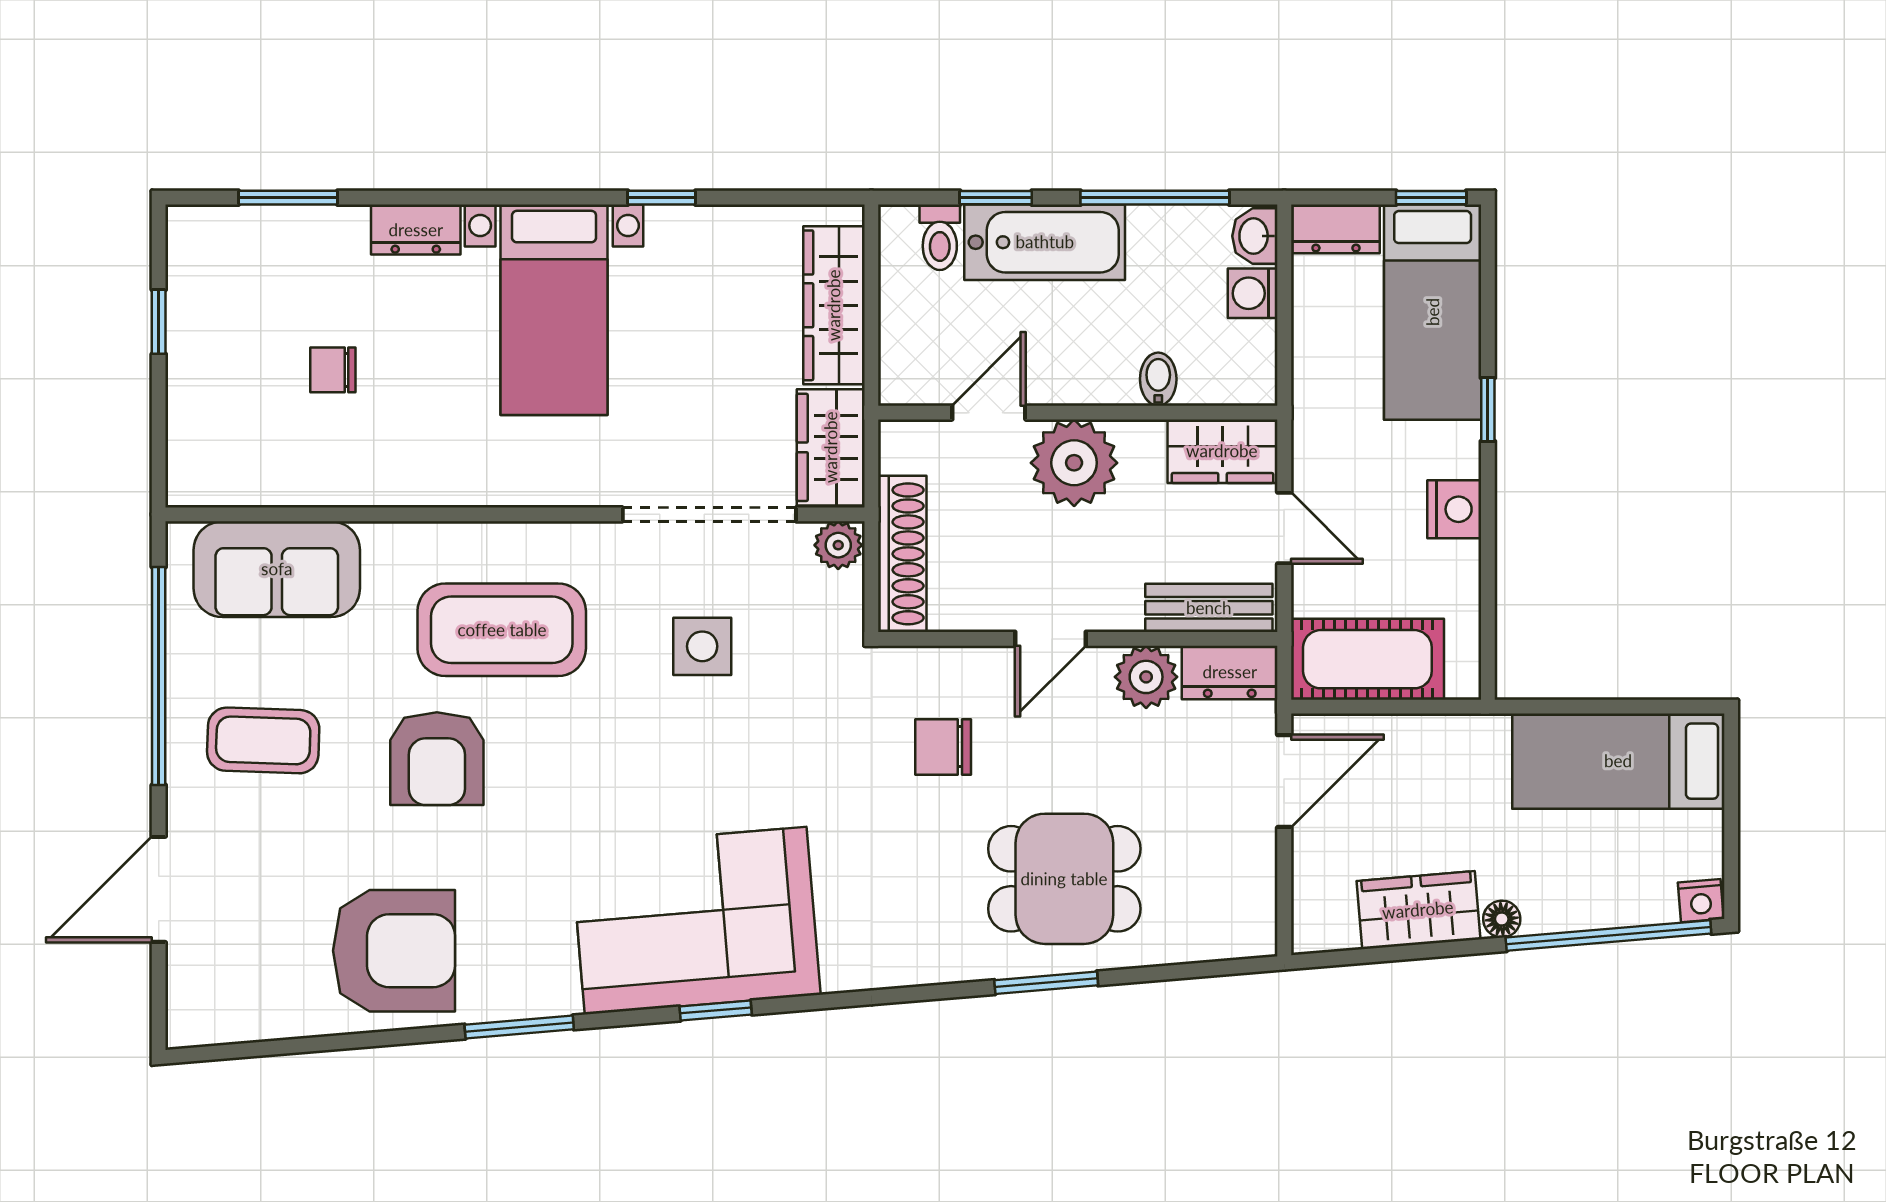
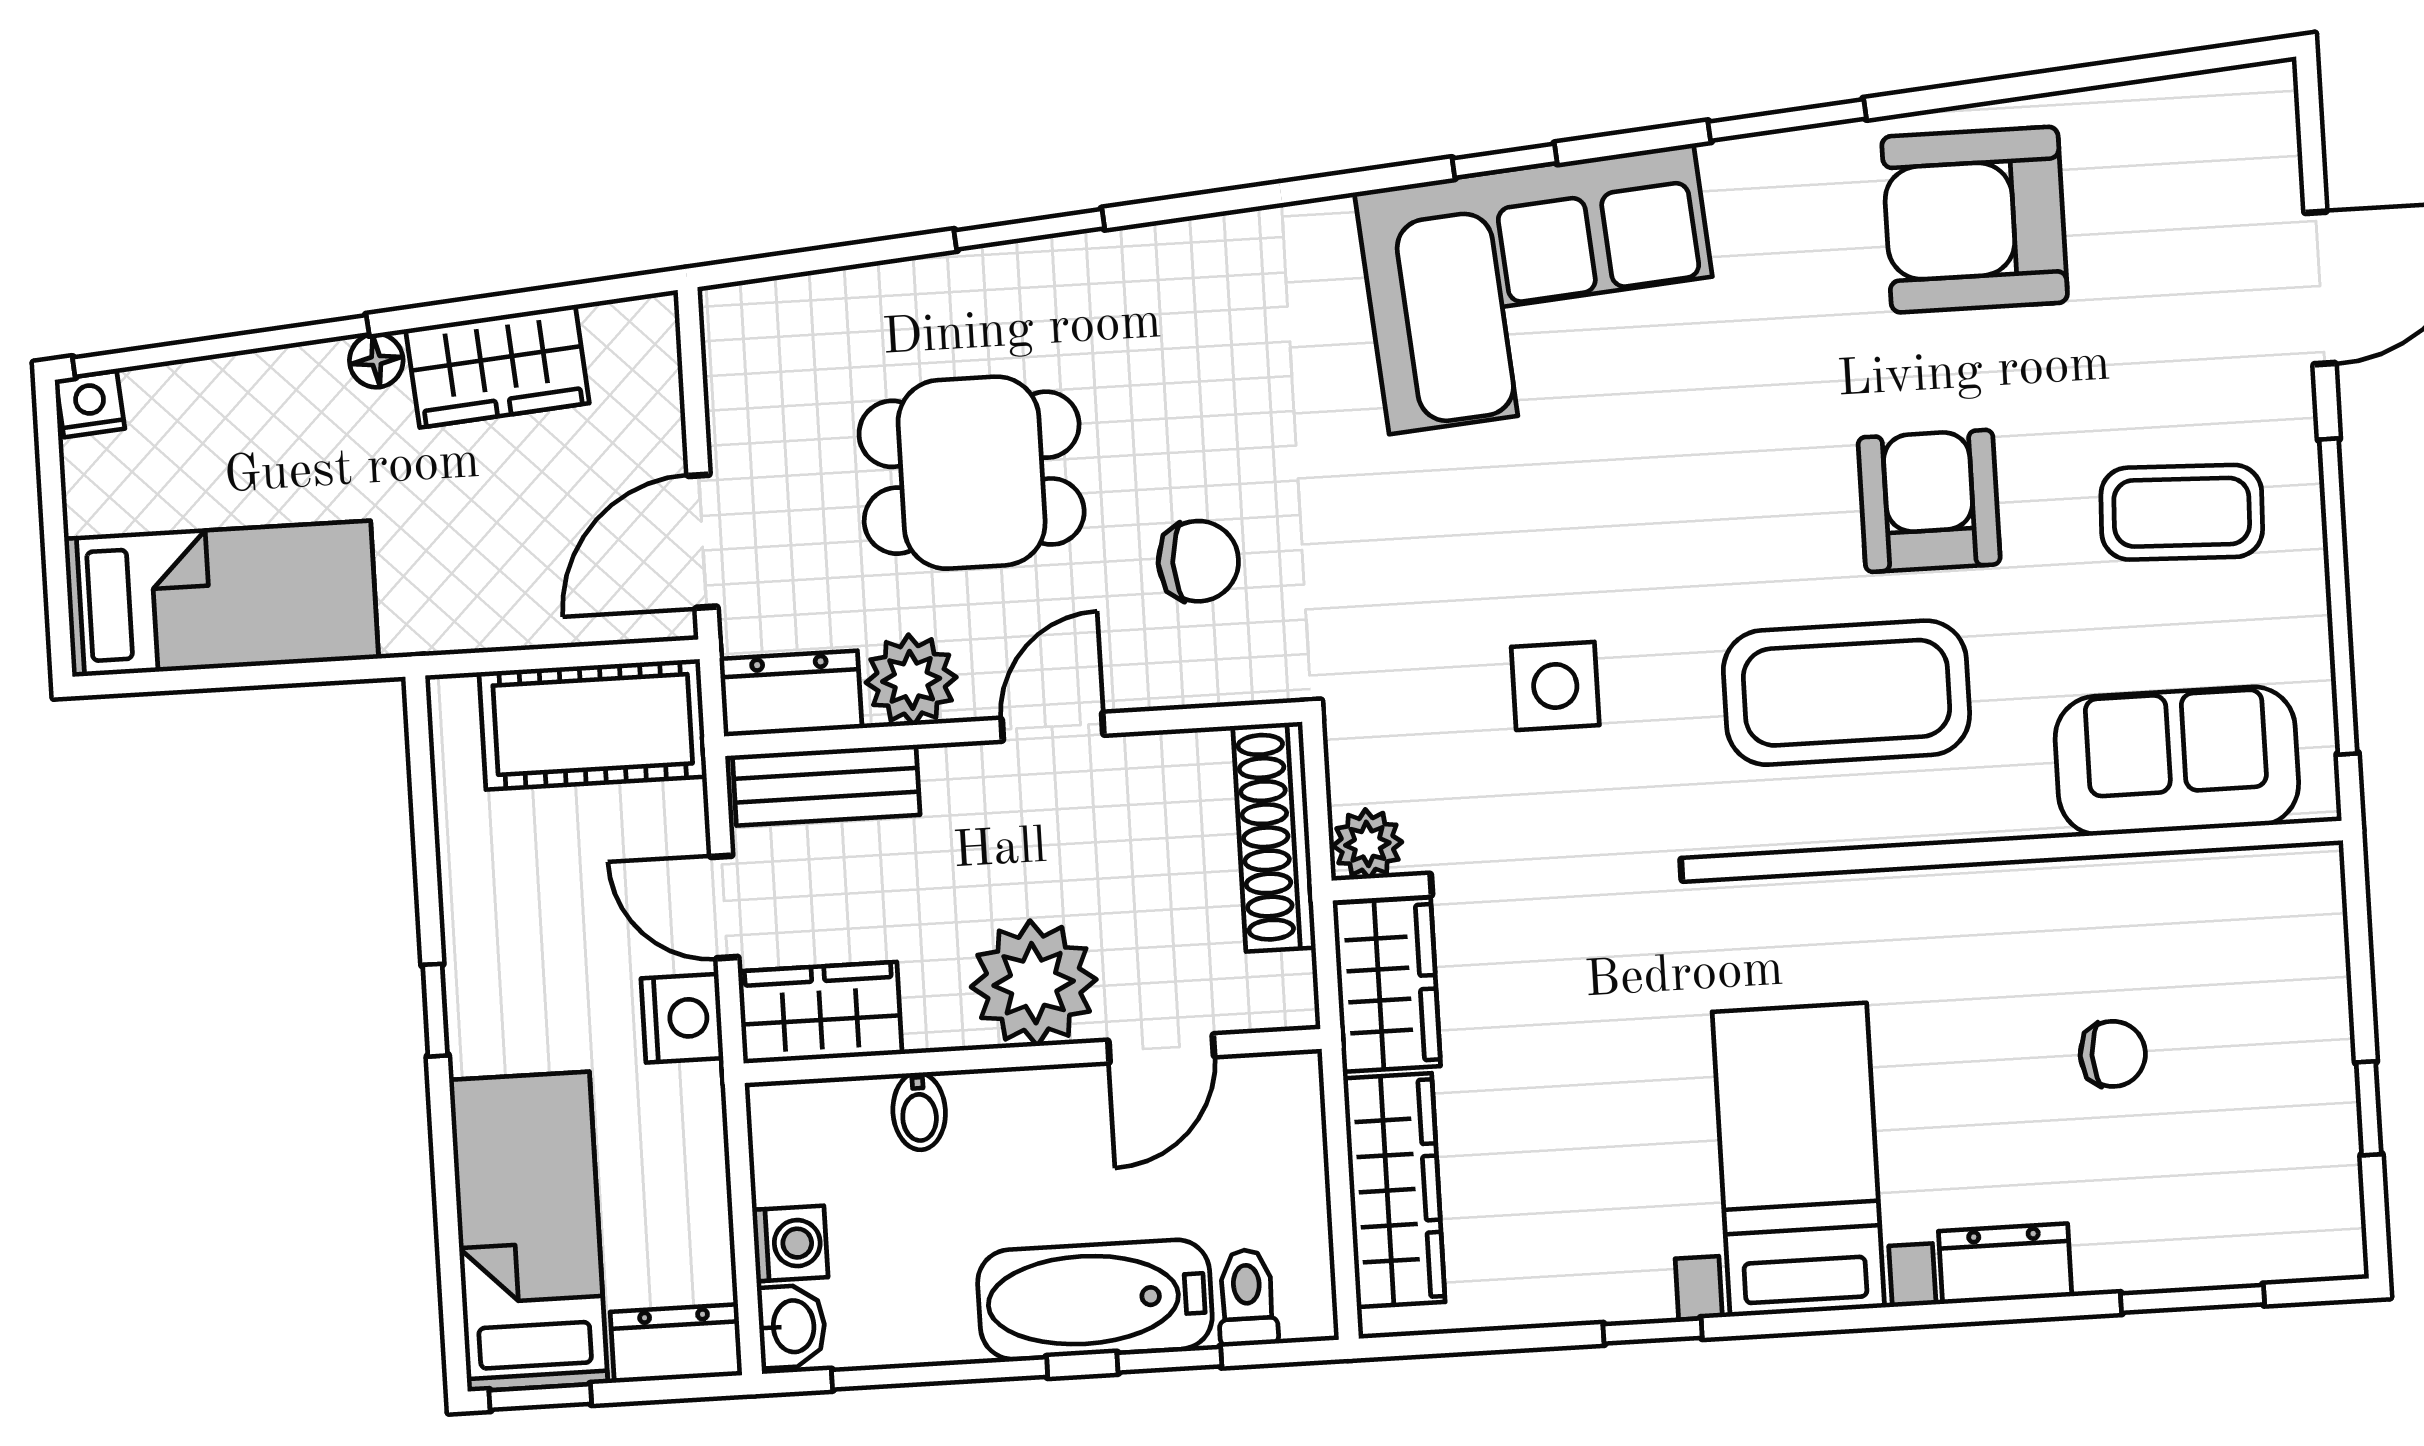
window: (1488, 410) -> (435, 1010), moved
nightstand: (1454, 509) -> (682, 1018), moved, turned 180
dining table: (1064, 879) -> (972, 473), moved

